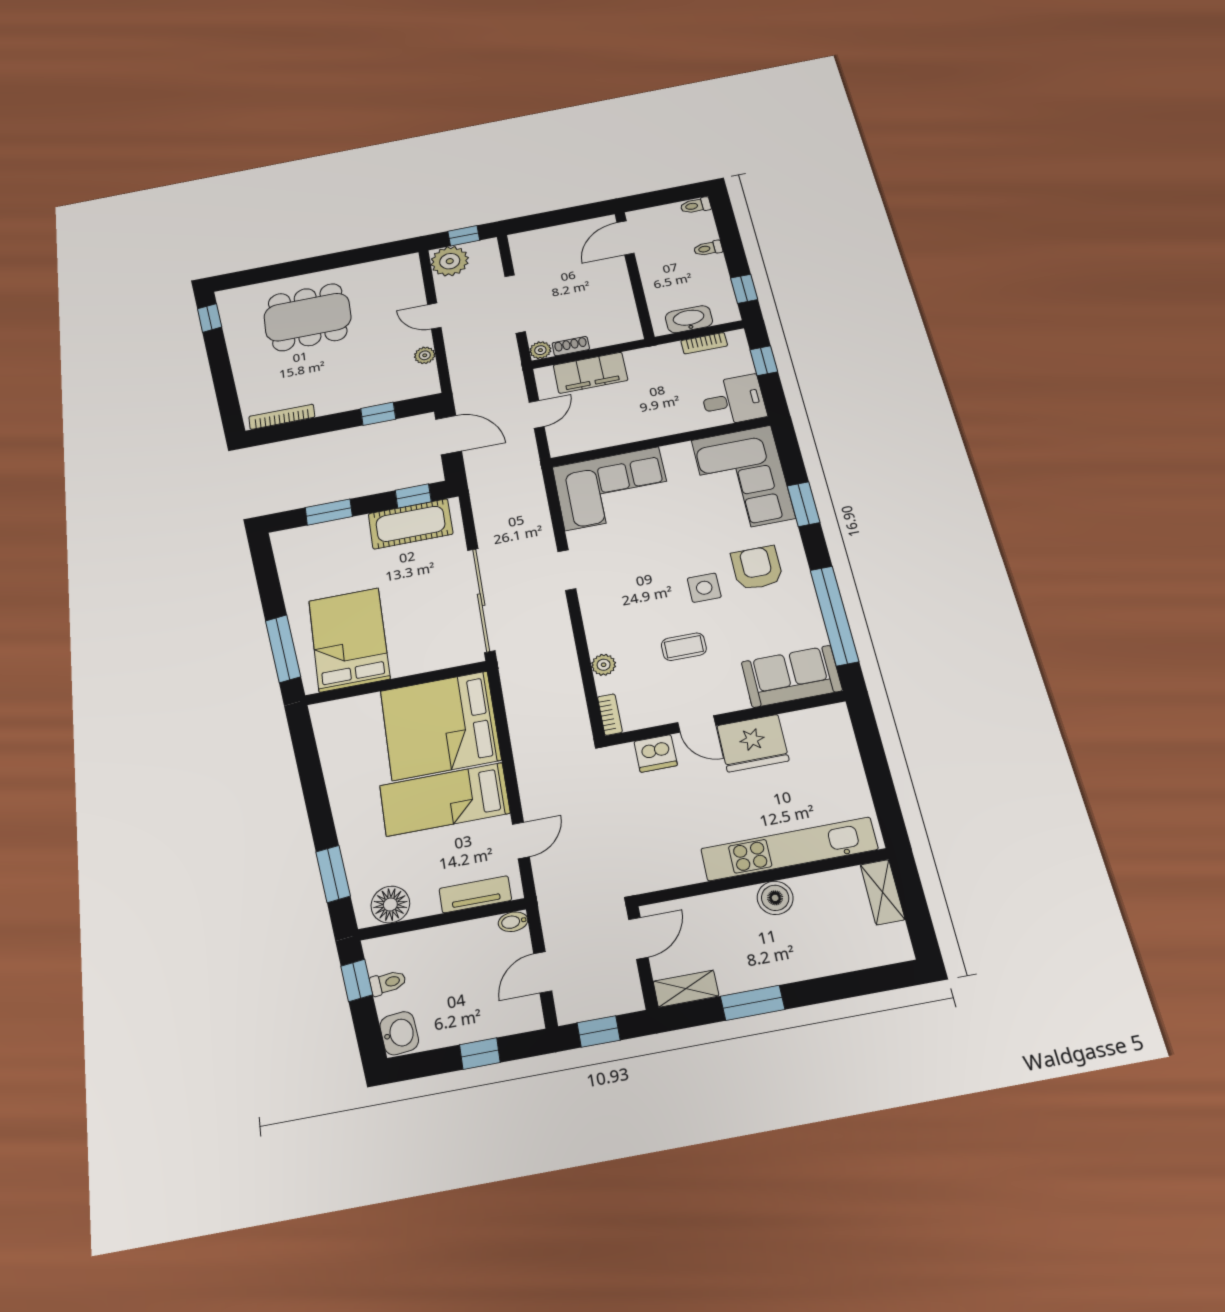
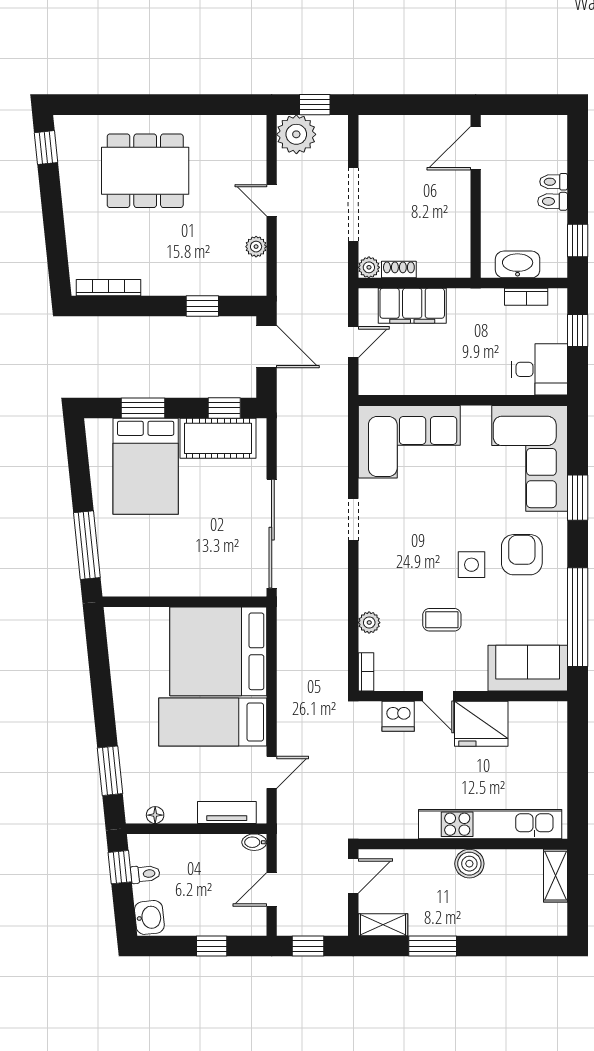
toilet: (696, 206) -> (553, 201), moved
bed: (349, 640) -> (146, 466), moved, turned 180
floor lamp: (390, 904) -> (155, 815), width x0.53, depth x0.53

